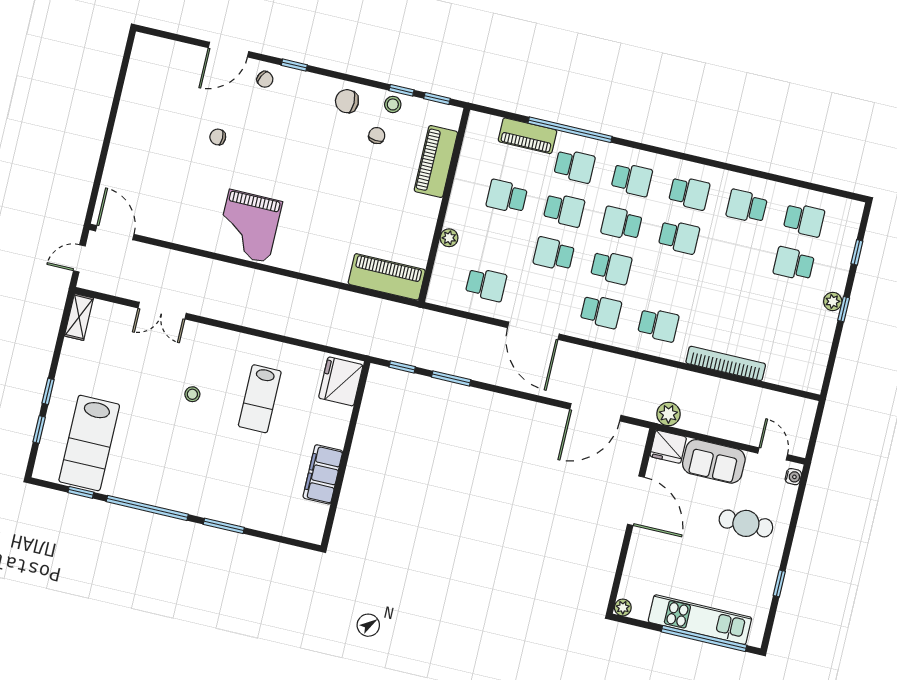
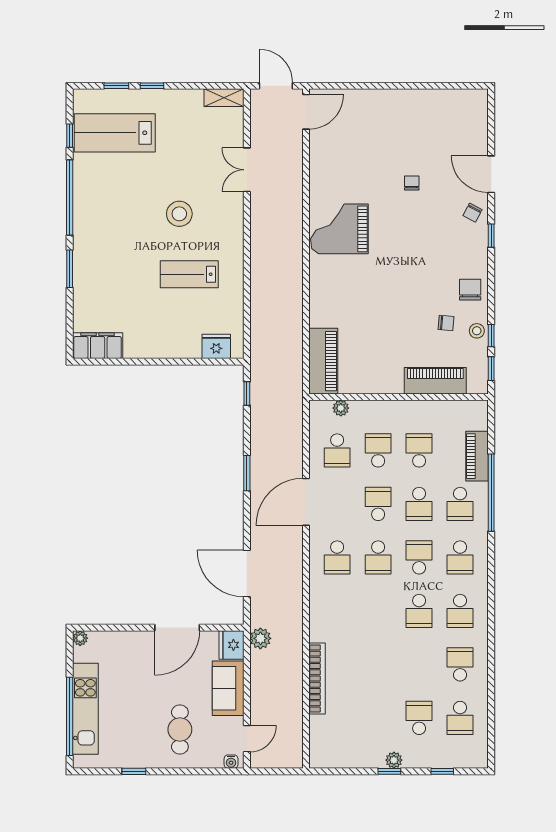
plant: (449, 238) -> (341, 408), moved
door: (79, 258) -> (276, 86), width x1.38
school desk: (658, 325) -> (378, 450), moved, turned 180
window: (451, 378) -> (247, 473), moved
fridge: (341, 381) -> (216, 346), width x0.73, depth x0.75
stool: (192, 394) -> (179, 214), width x1.89, depth x1.89
filing cabinet: (323, 474) -> (98, 346), moved

